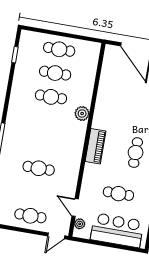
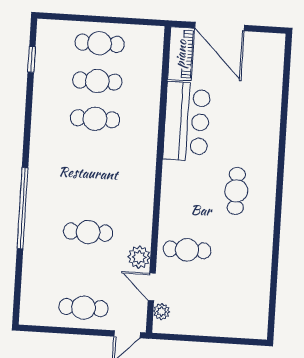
plant: (82, 114) -> (139, 257), moved
piano: (95, 146) -> (181, 54), moved
cafe table: (118, 194) -> (187, 250), moved
bar counter: (117, 230) -> (187, 121), moved, turned 90

